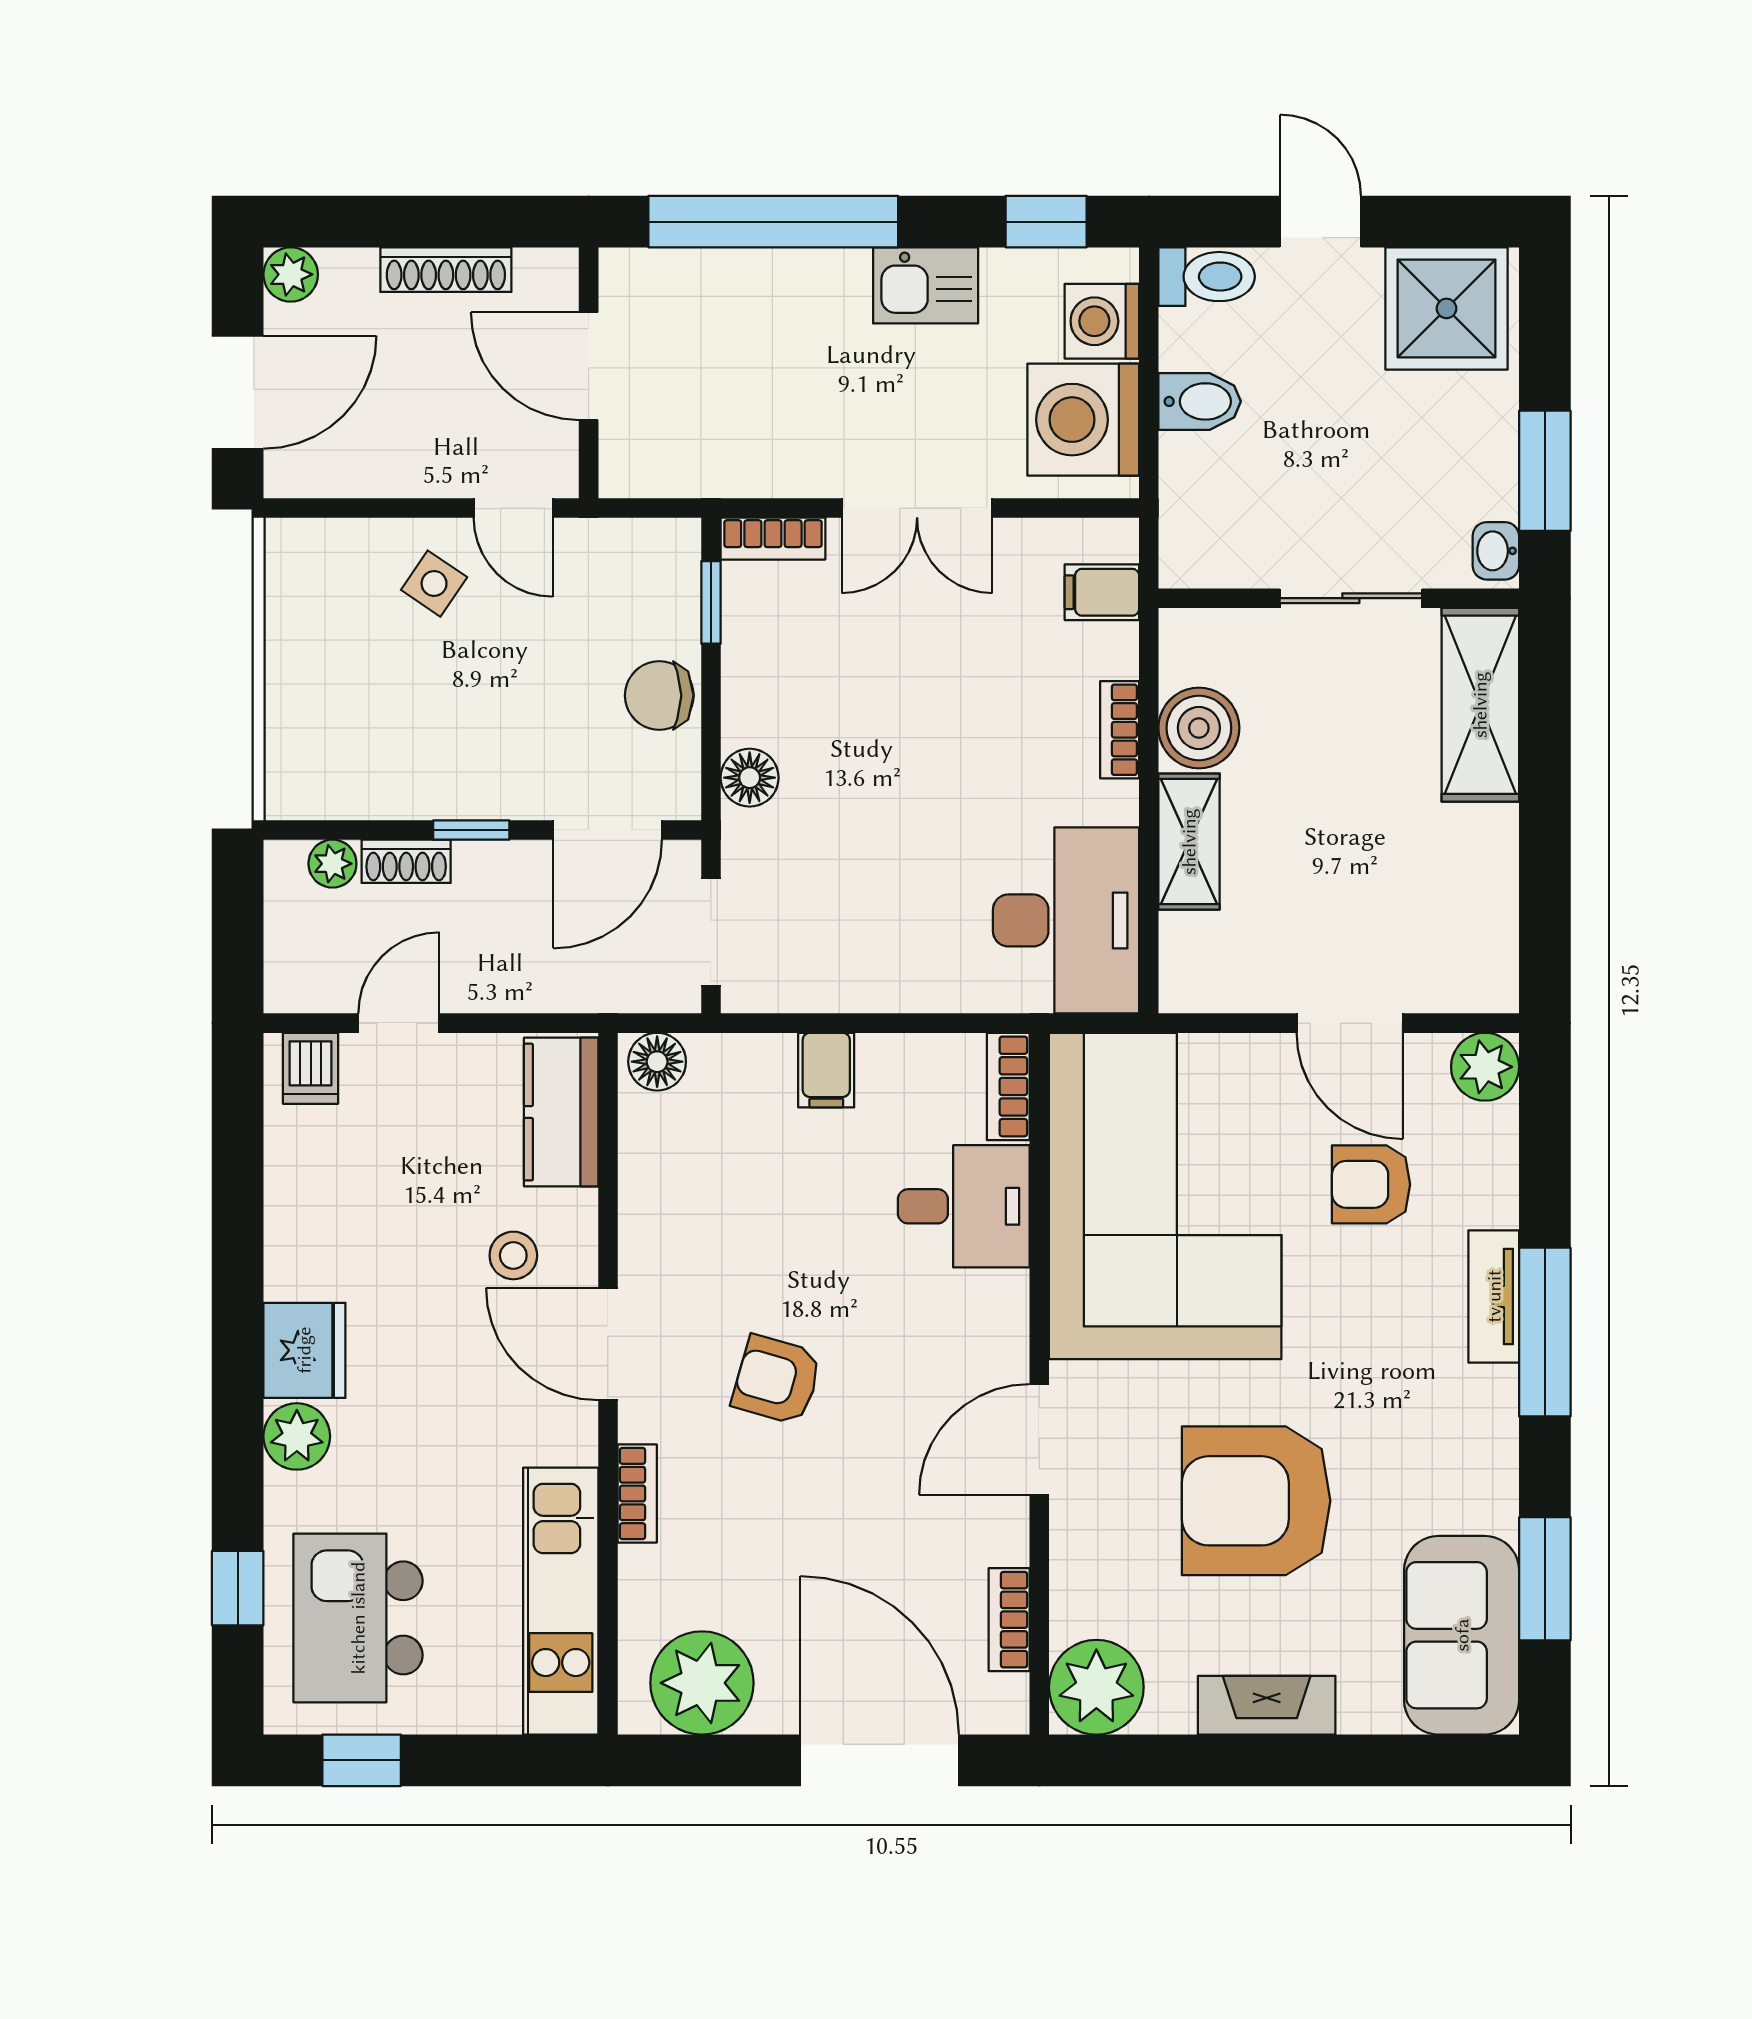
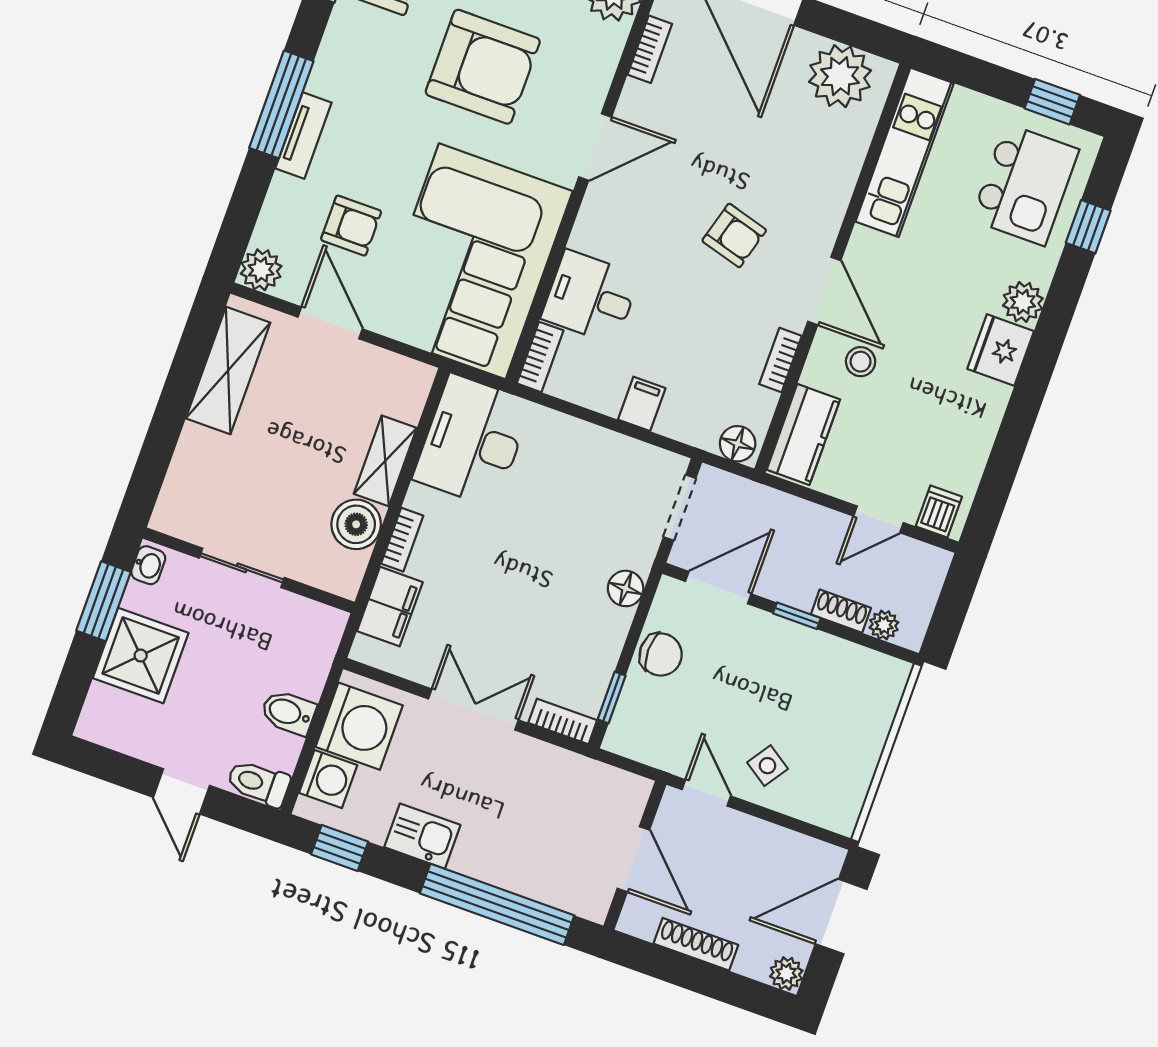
shower: (1446, 308) -> (141, 656), moved
filing cabinet: (1102, 592) -> (390, 607), width x2.00
shelving: (1480, 705) -> (228, 370), moved
bookcase: (637, 1494) -> (781, 360), moved

